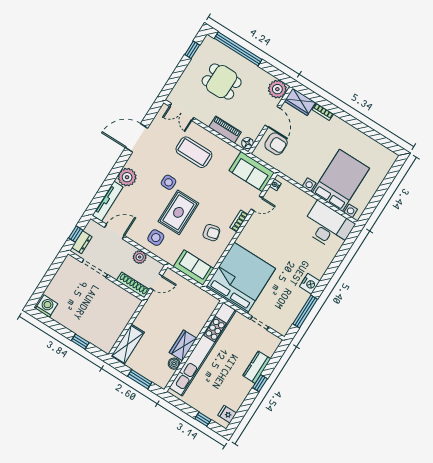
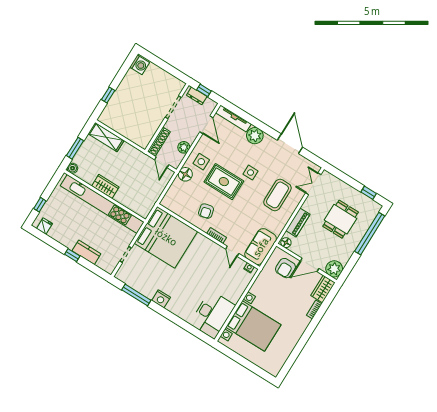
floor lamp: (170, 256) -> (185, 174), added
sofa: (194, 268) -> (175, 195), removed
boiler: (174, 364) -> (72, 168), moved

